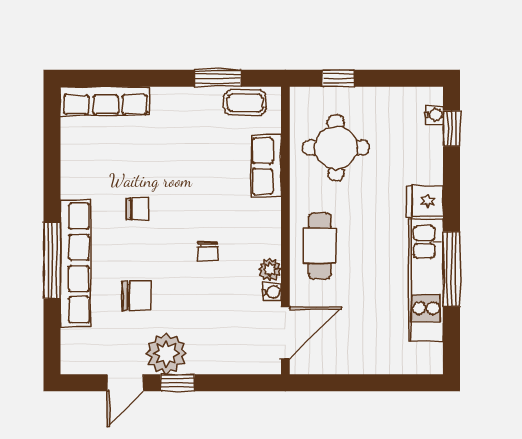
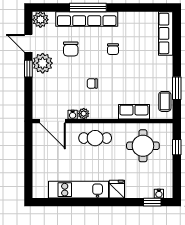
window: (452, 269) -> (84, 202), removed
plant: (77, 358) -> (40, 20), added

